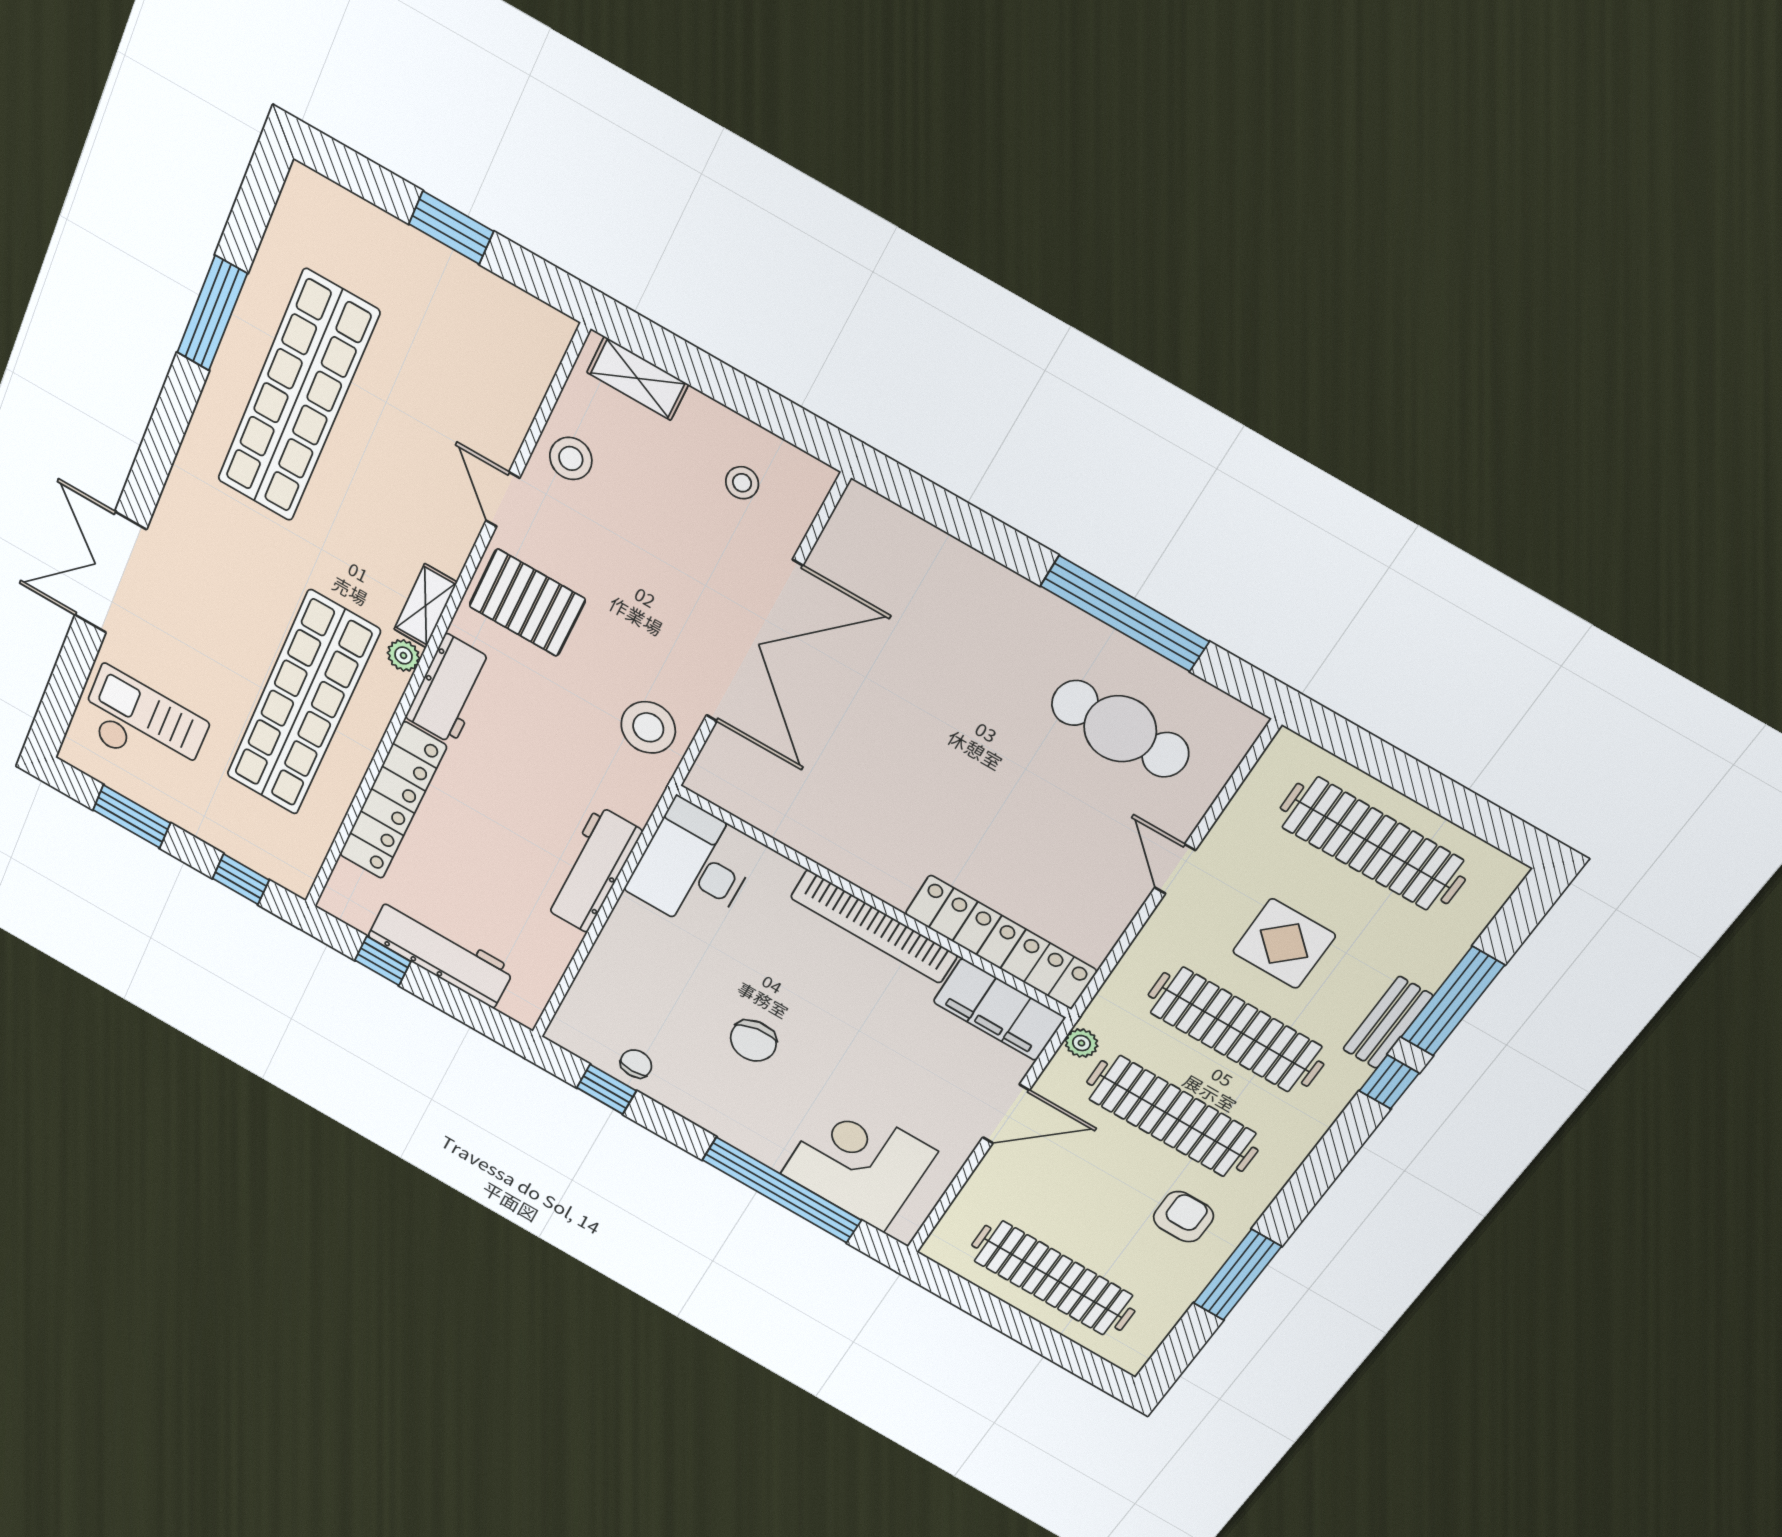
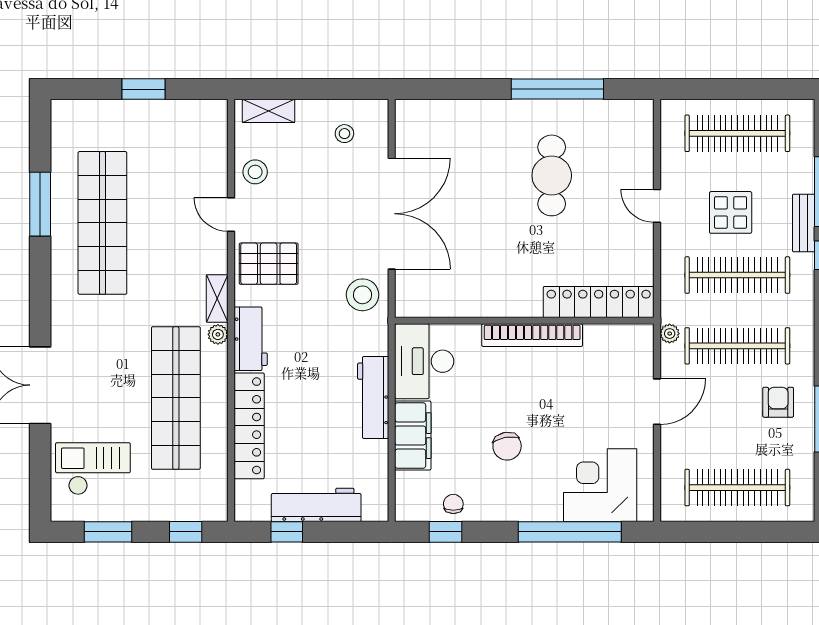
cafe table: (1120, 729) -> (552, 175), moved, turned 90
filing cabinet: (999, 1010) -> (413, 436), moved, turned -90

